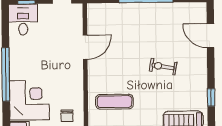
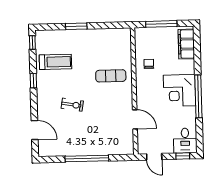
door: (85, 47) -> (135, 119), swing flipped
corner desk: (29, 100) -> (180, 90), moved

